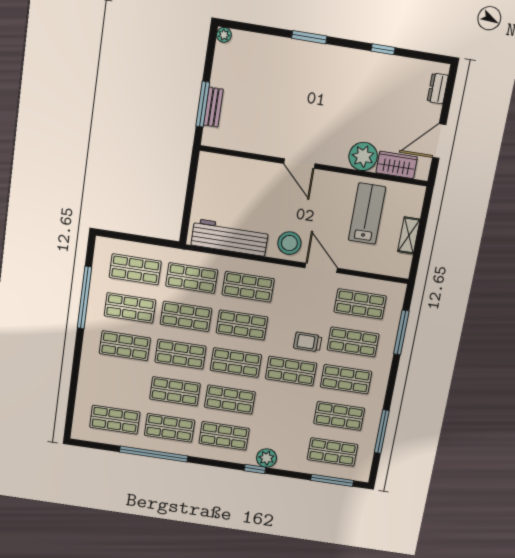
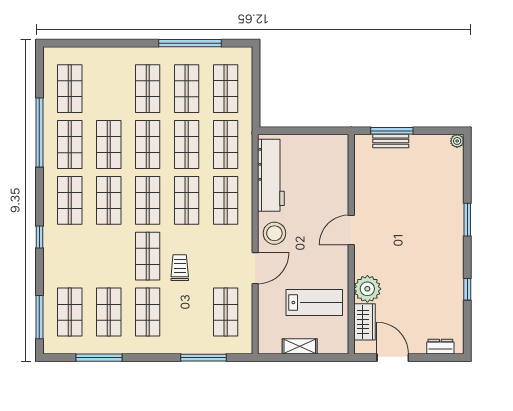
shop shelf: (353, 342) -> (187, 312), removed
plant: (267, 458) -> (53, 247), removed

